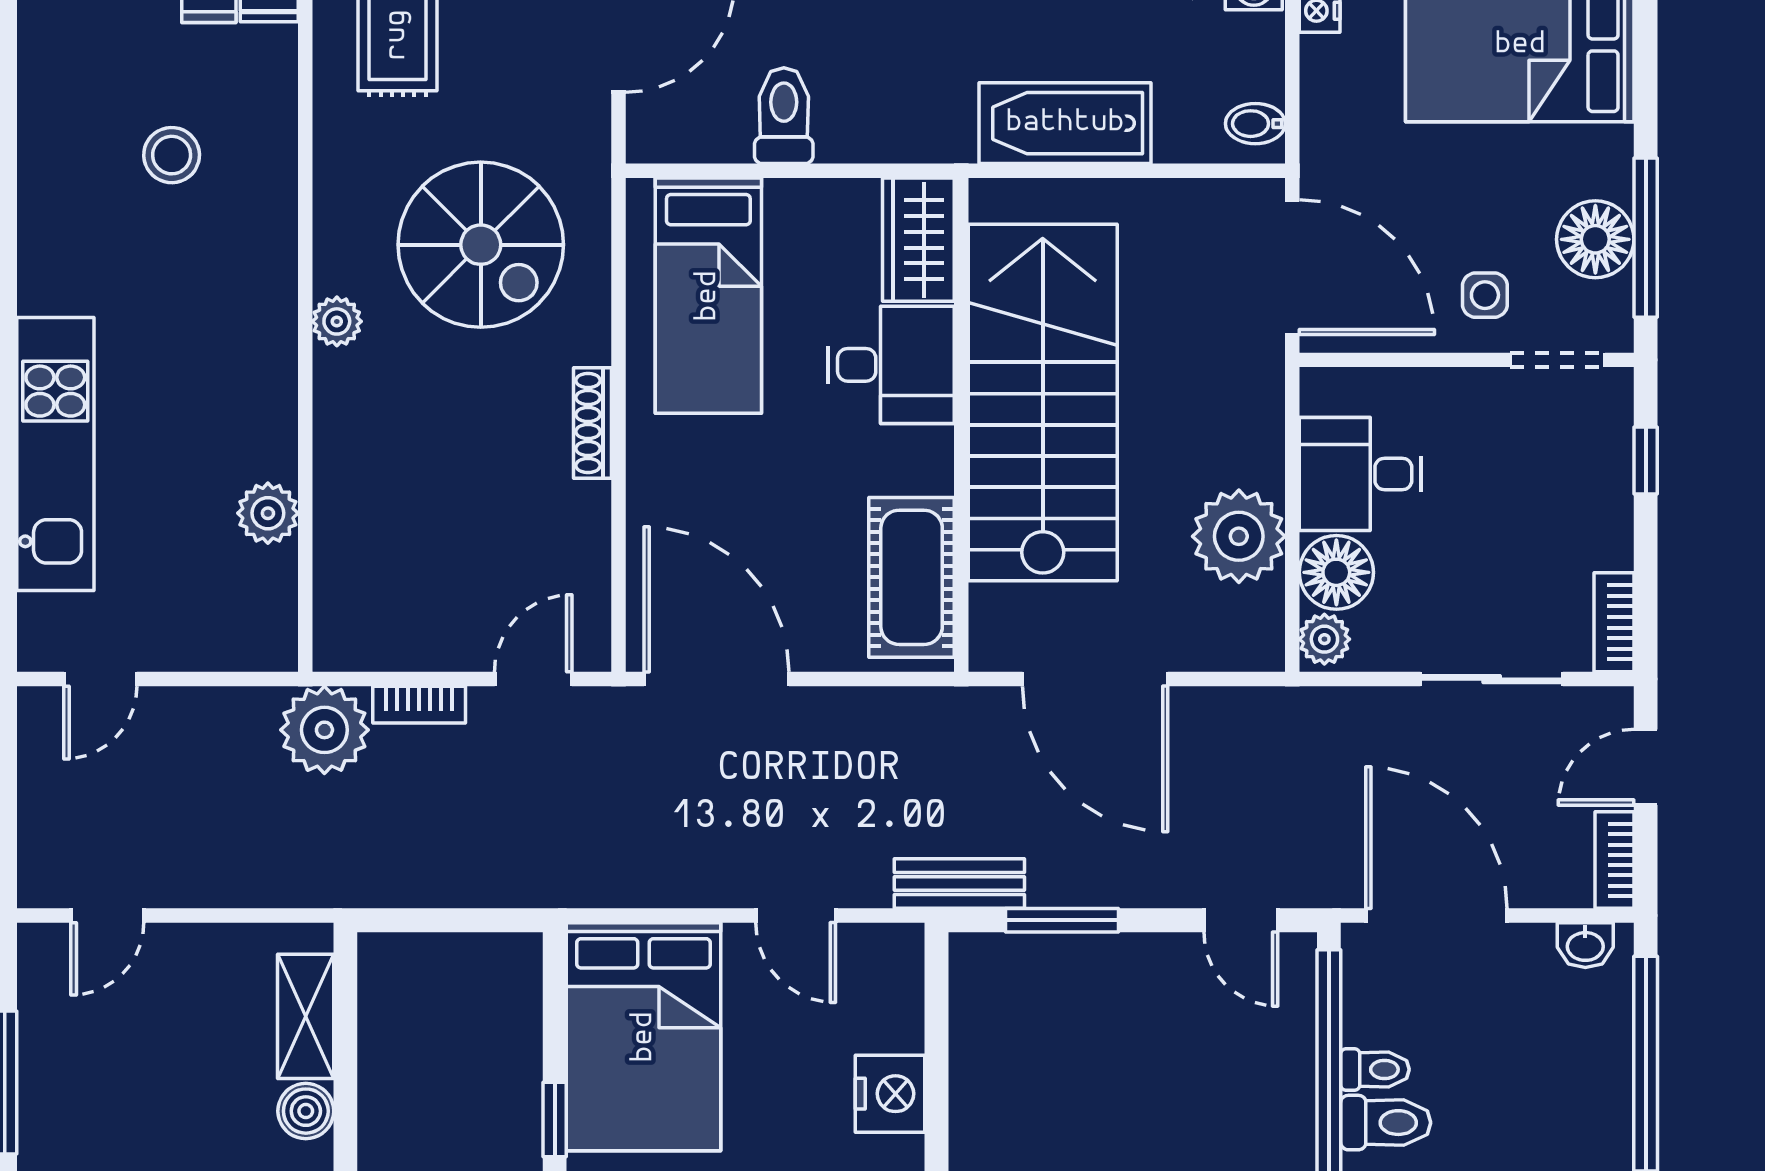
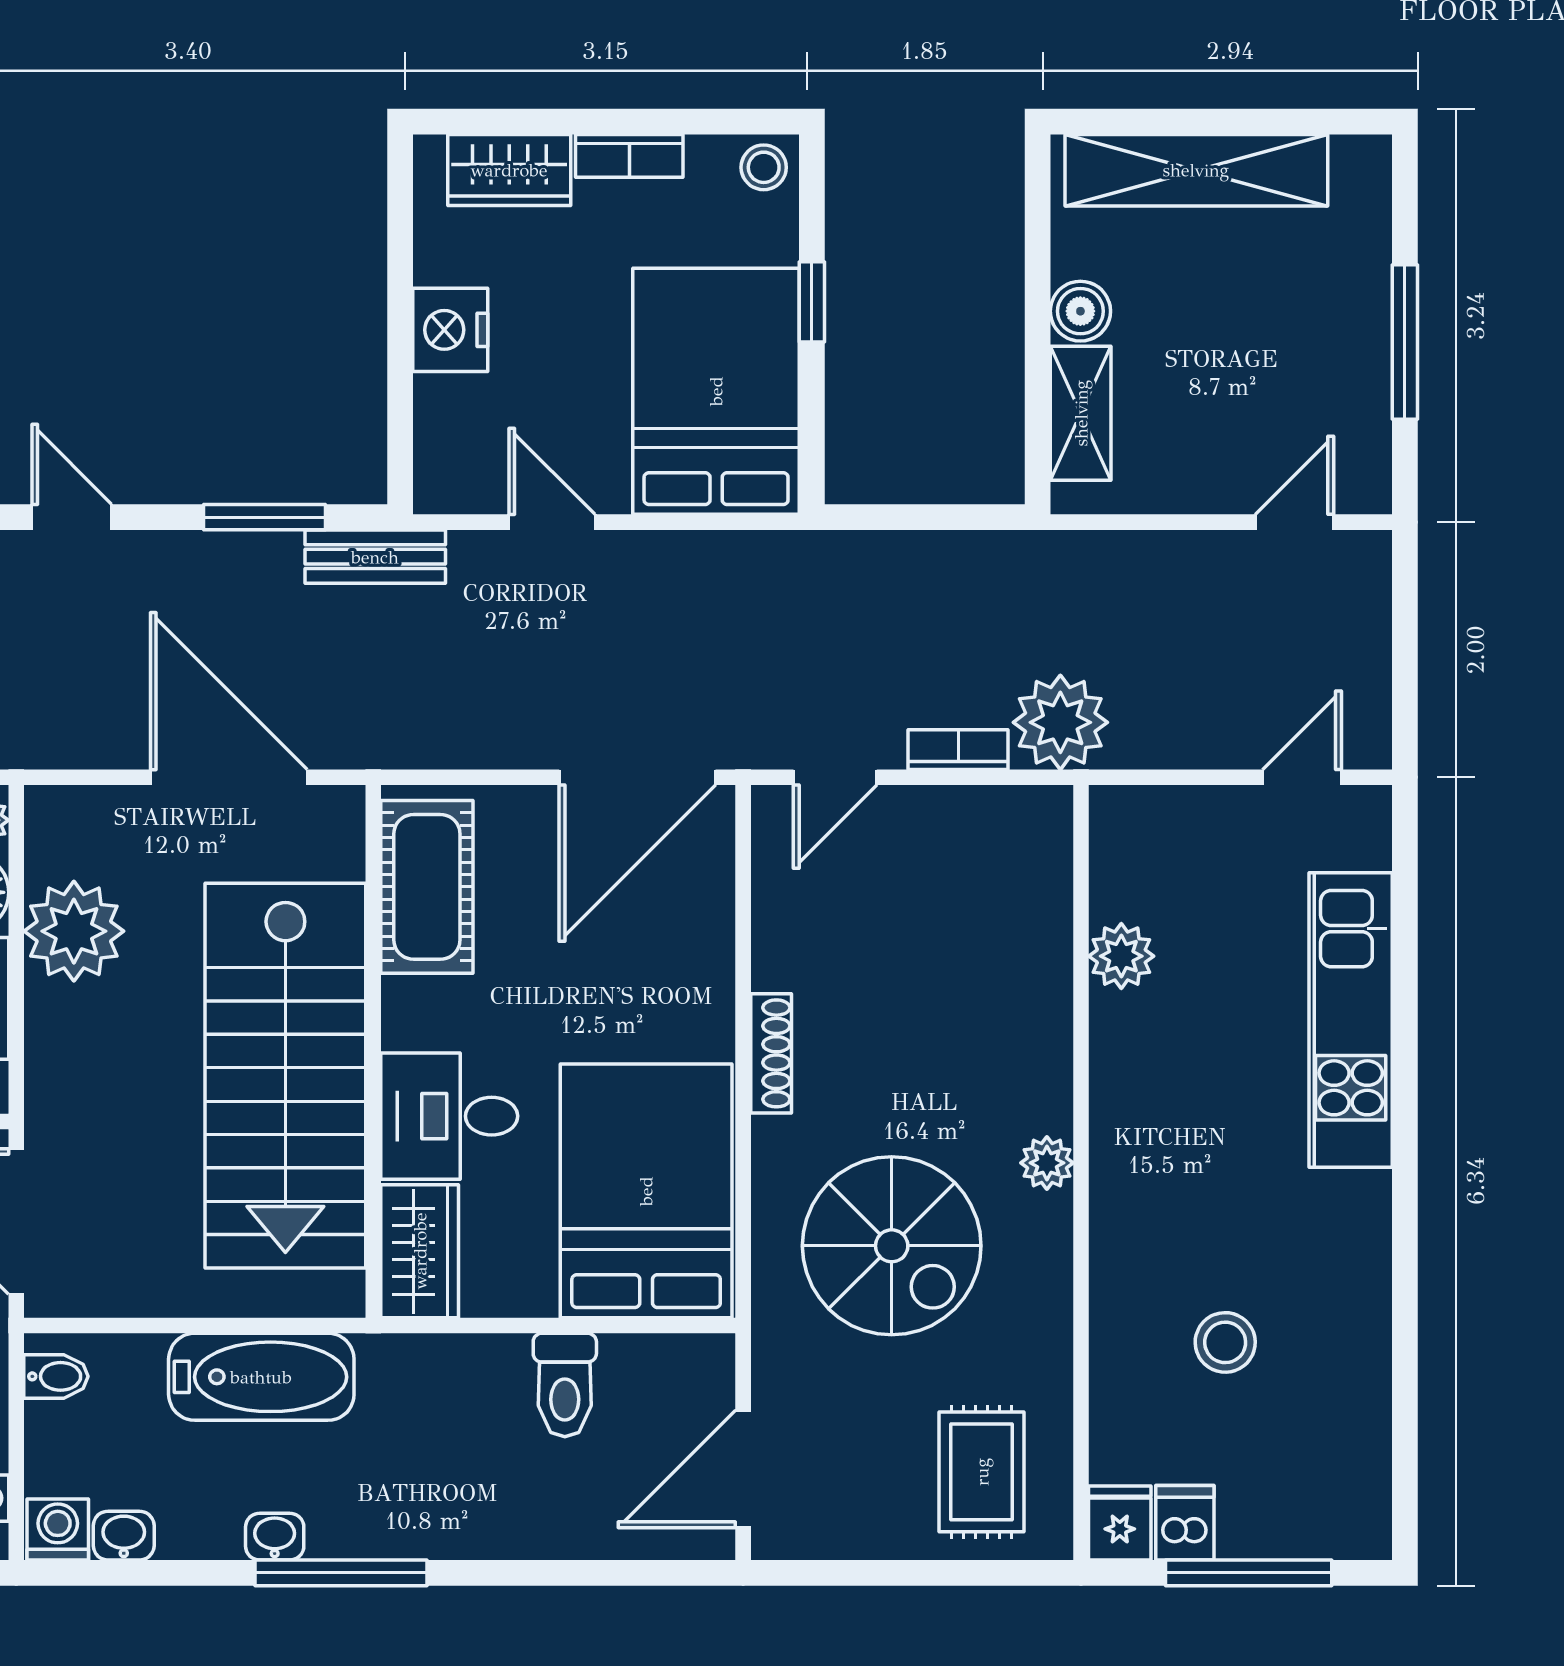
spiral stairs: (481, 245) -> (892, 1246), turned 180
bed: (708, 296) -> (646, 1191), width x1.50
door: (716, 679) -> (637, 777), hinge flipped

